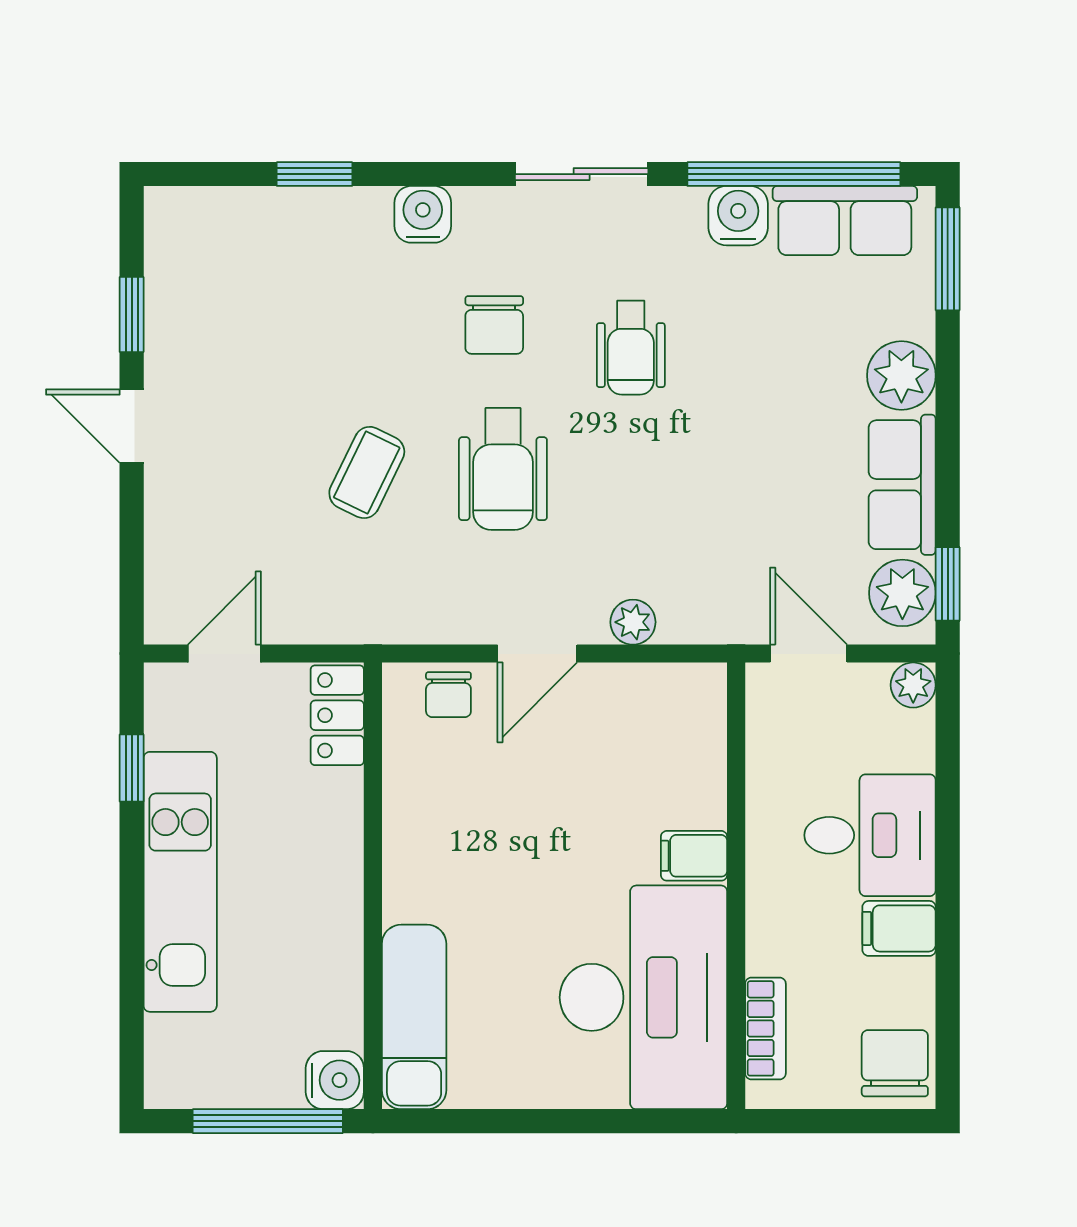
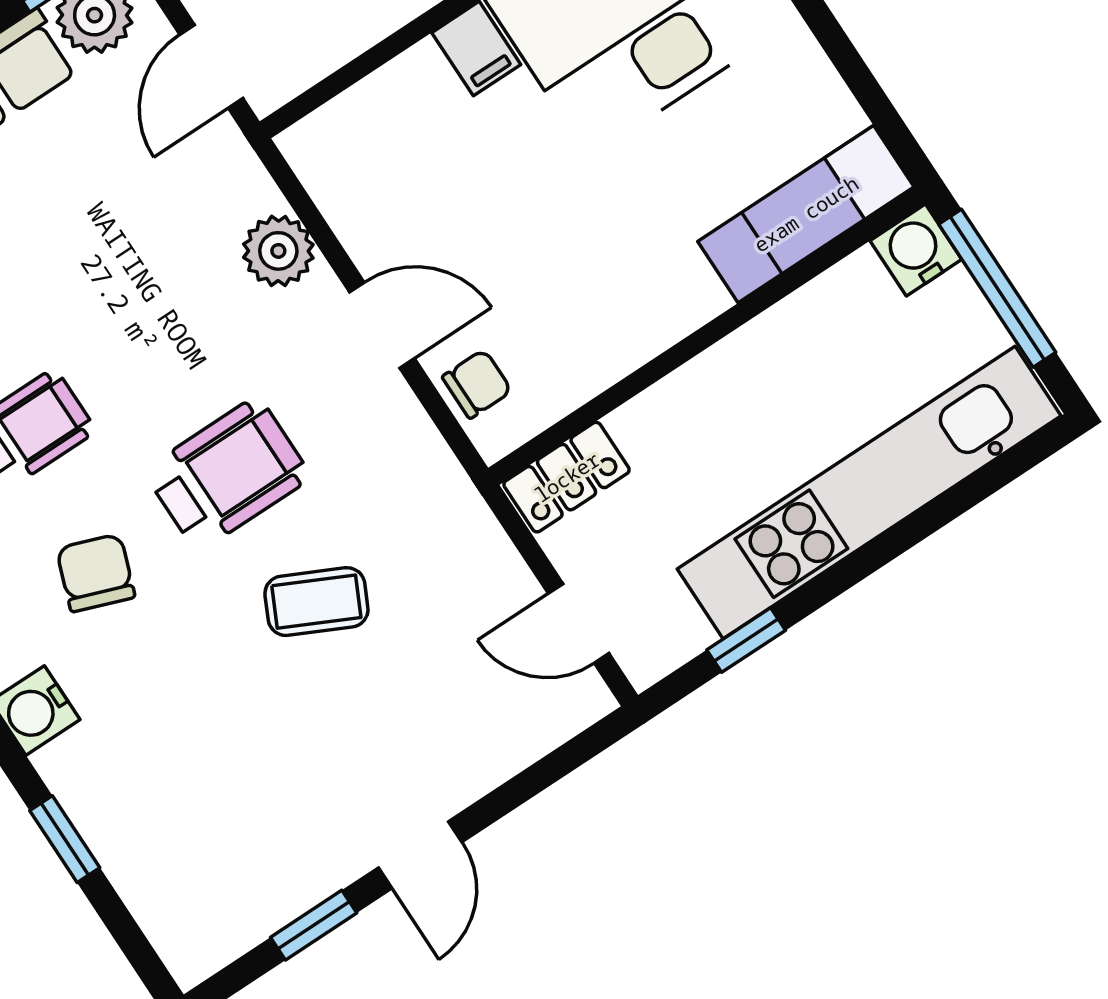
chair: (494, 325) -> (96, 573), turned -70
plant: (633, 622) -> (278, 251), width x1.38, depth x1.38
kitchen unit: (180, 882) -> (869, 492), width x1.36

